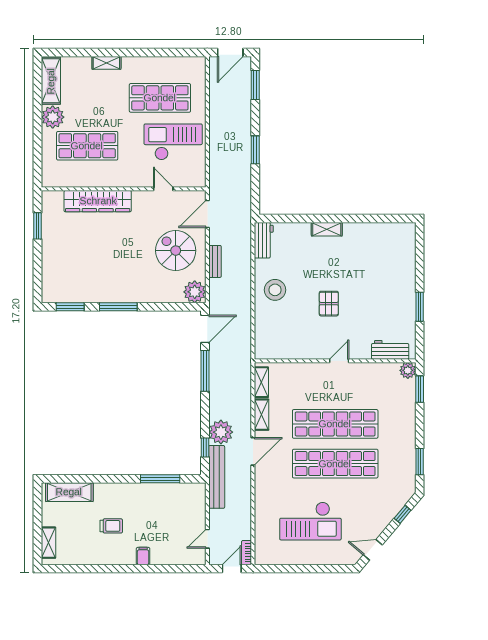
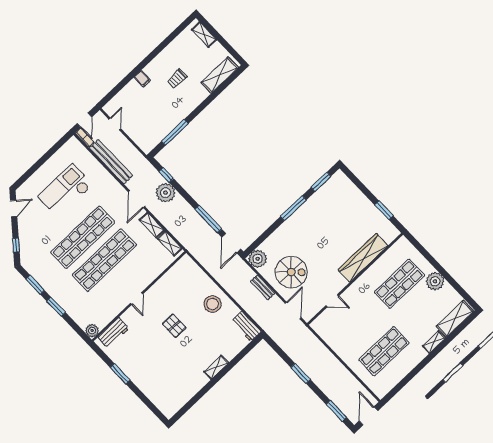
shelving: (51, 81) -> (455, 319), moved, turned 90
checkout: (173, 142) -> (352, 333), removed
window: (420, 389) -> (56, 307), moved
bench: (217, 477) -> (111, 162), moved

